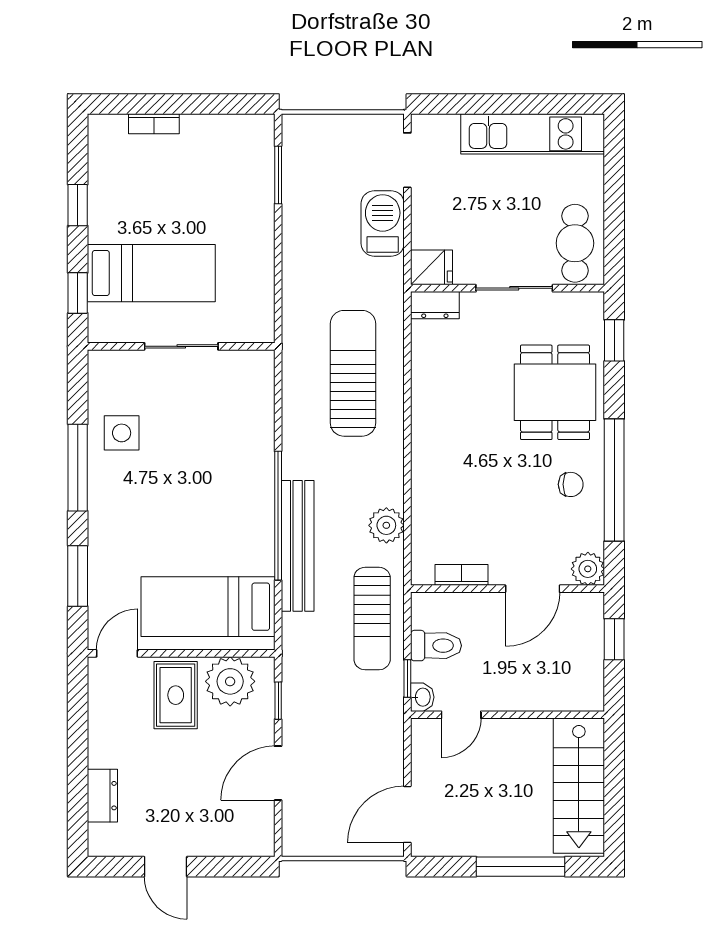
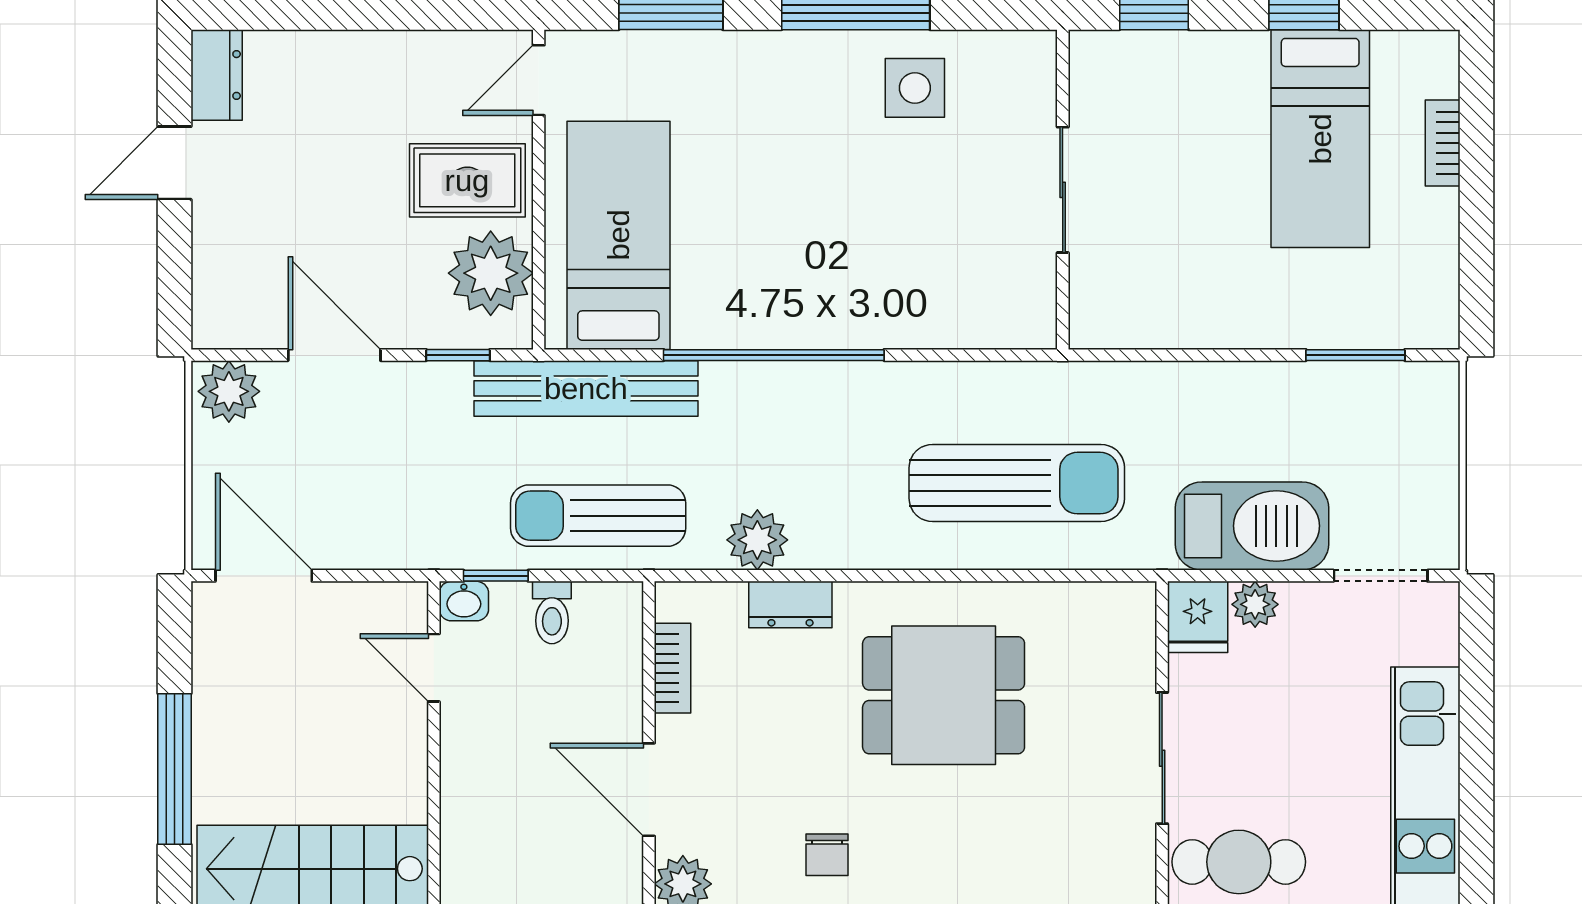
barbecue: (383, 223) -> (1252, 526), width x1.37, depth x1.21
plant: (424, 234) -> (1255, 604), added
bed: (151, 273) -> (1320, 139), moved
dresser: (435, 305) -> (790, 605), moved, turned -90
dining table: (555, 392) -> (944, 695), moved
bench: (298, 546) -> (586, 388), moved
toilet: (436, 646) -> (552, 613), width x0.73, depth x0.72
door: (117, 653) -> (539, 80), swing flipped
dresser: (102, 796) -> (217, 75), moved, turned -90
plant: (299, 835) -> (229, 391), added

